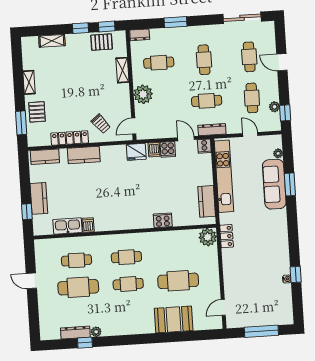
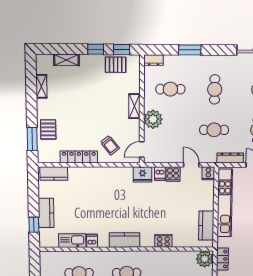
shelving: (122, 70) -> (134, 106), moved
shelving: (29, 82) -> (41, 86), moved
dresser: (212, 130) -> (230, 158), moved
kitchen counter: (84, 155) -> (125, 240), moved, turned 180

